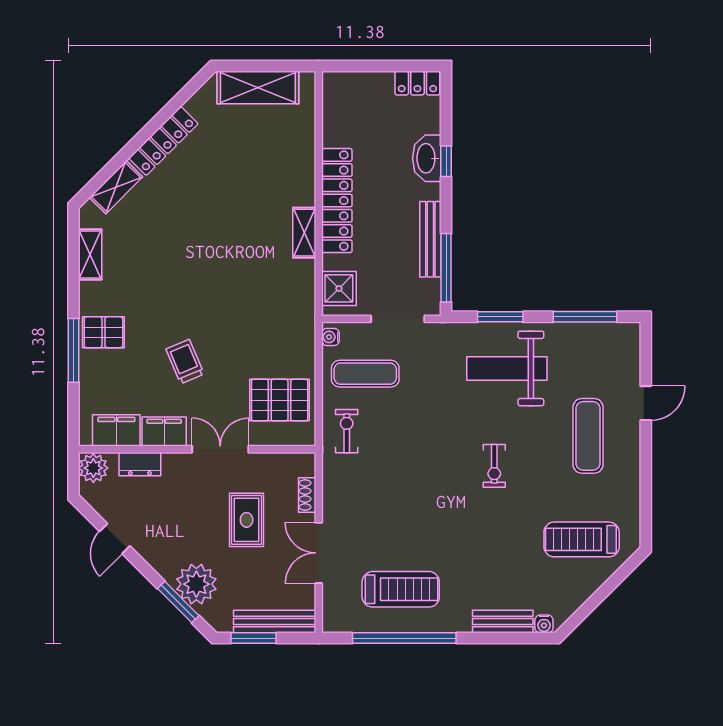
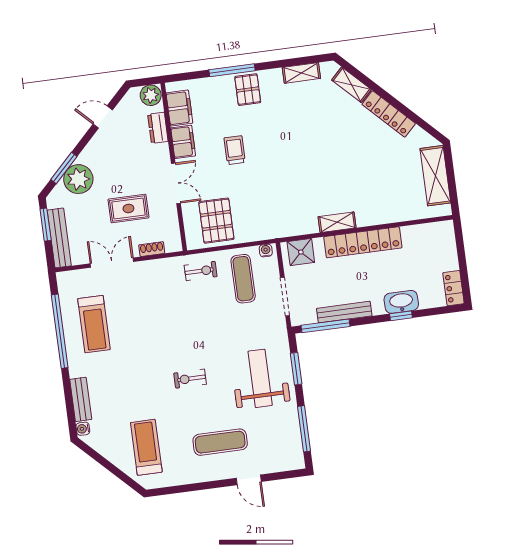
trolley: (185, 362) -> (235, 150), turned -67

